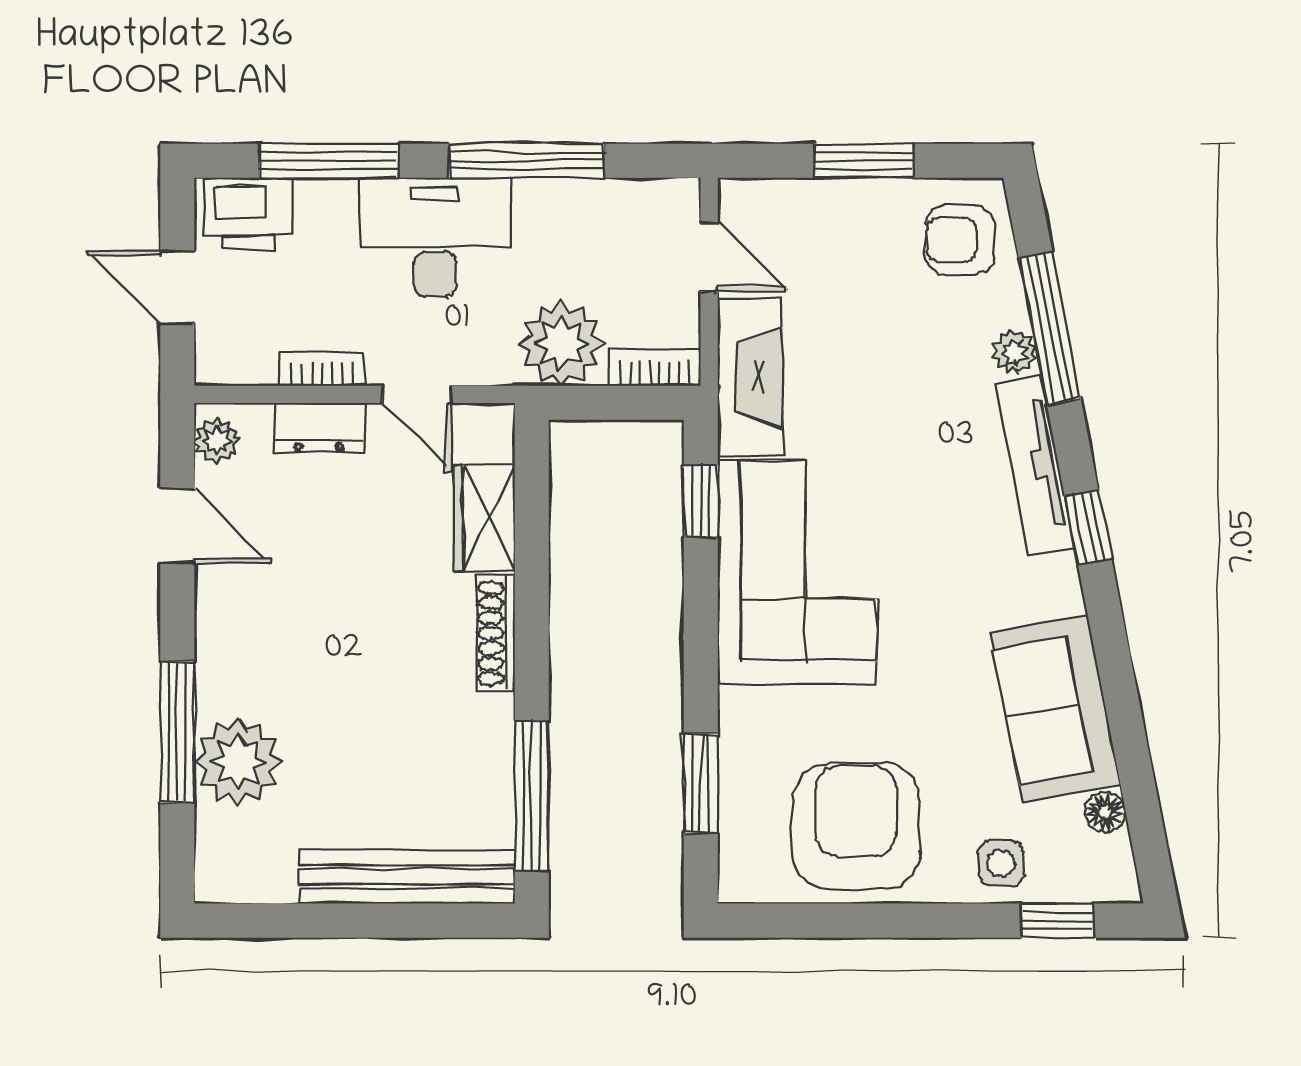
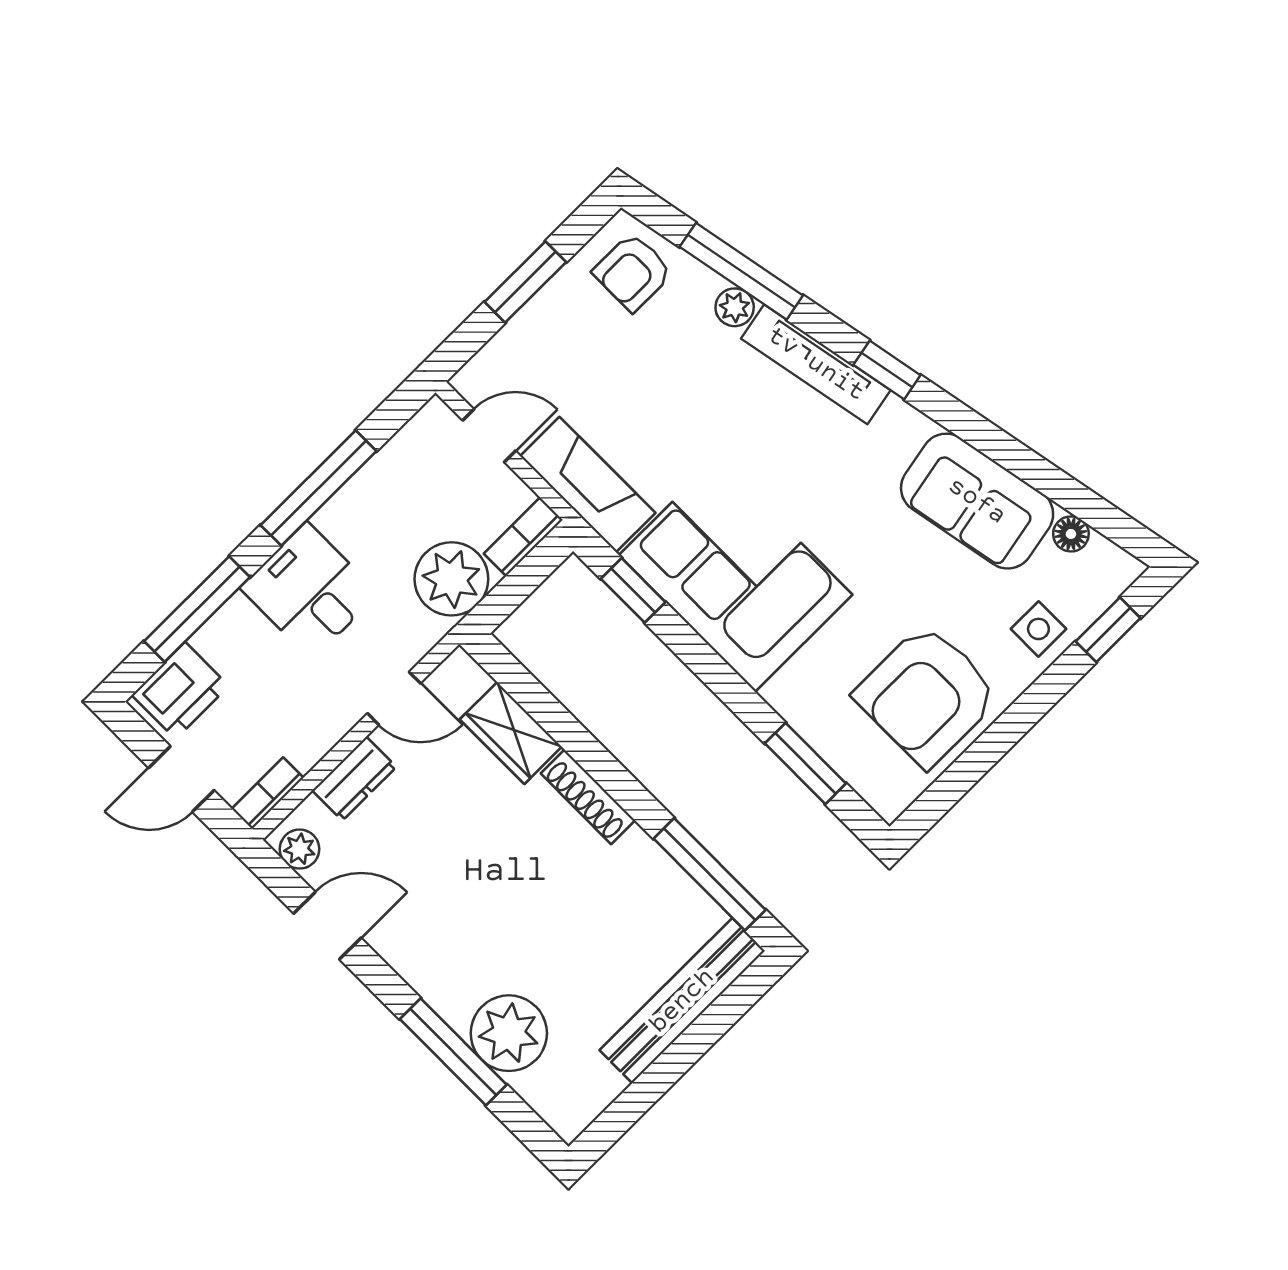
desk: (436, 237) -> (309, 591), width x0.73
bookcase: (322, 369) -> (268, 793), moved
armchair: (856, 826) -> (927, 695), turned -90

